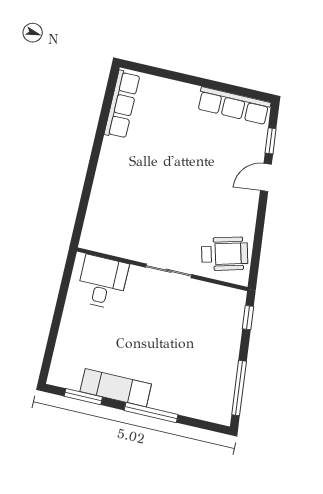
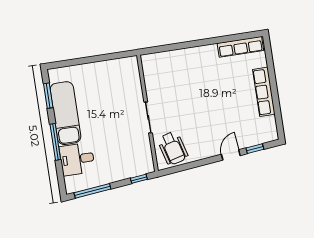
row of seats: (234, 106) -> (264, 92), moved
door: (266, 177) -> (231, 155), hinge flipped
desk: (102, 282) -> (77, 159), moved, turned 180
exam couch: (116, 388) -> (65, 113), width x1.36, depth x1.45

